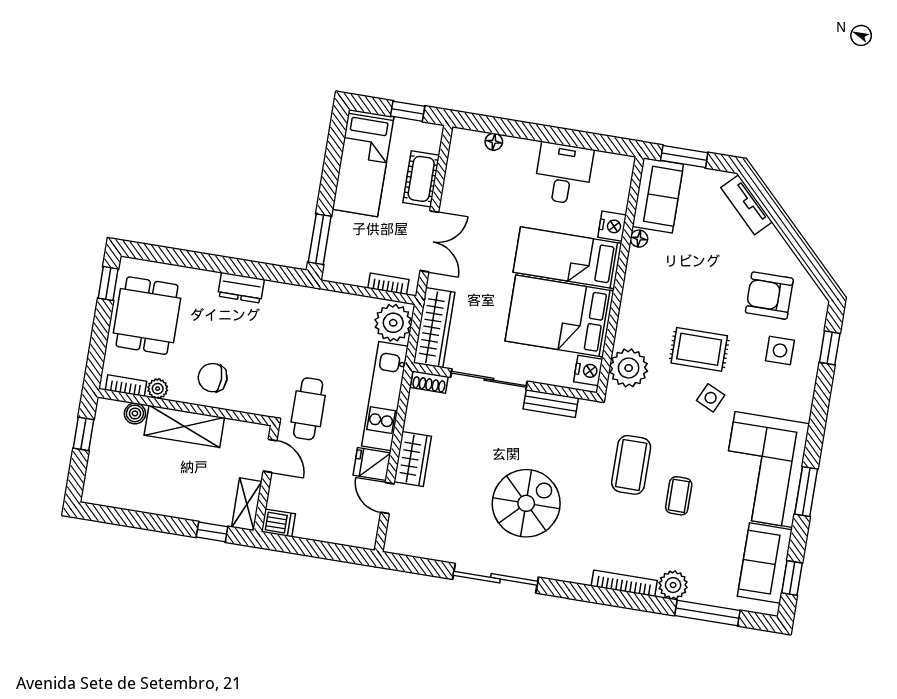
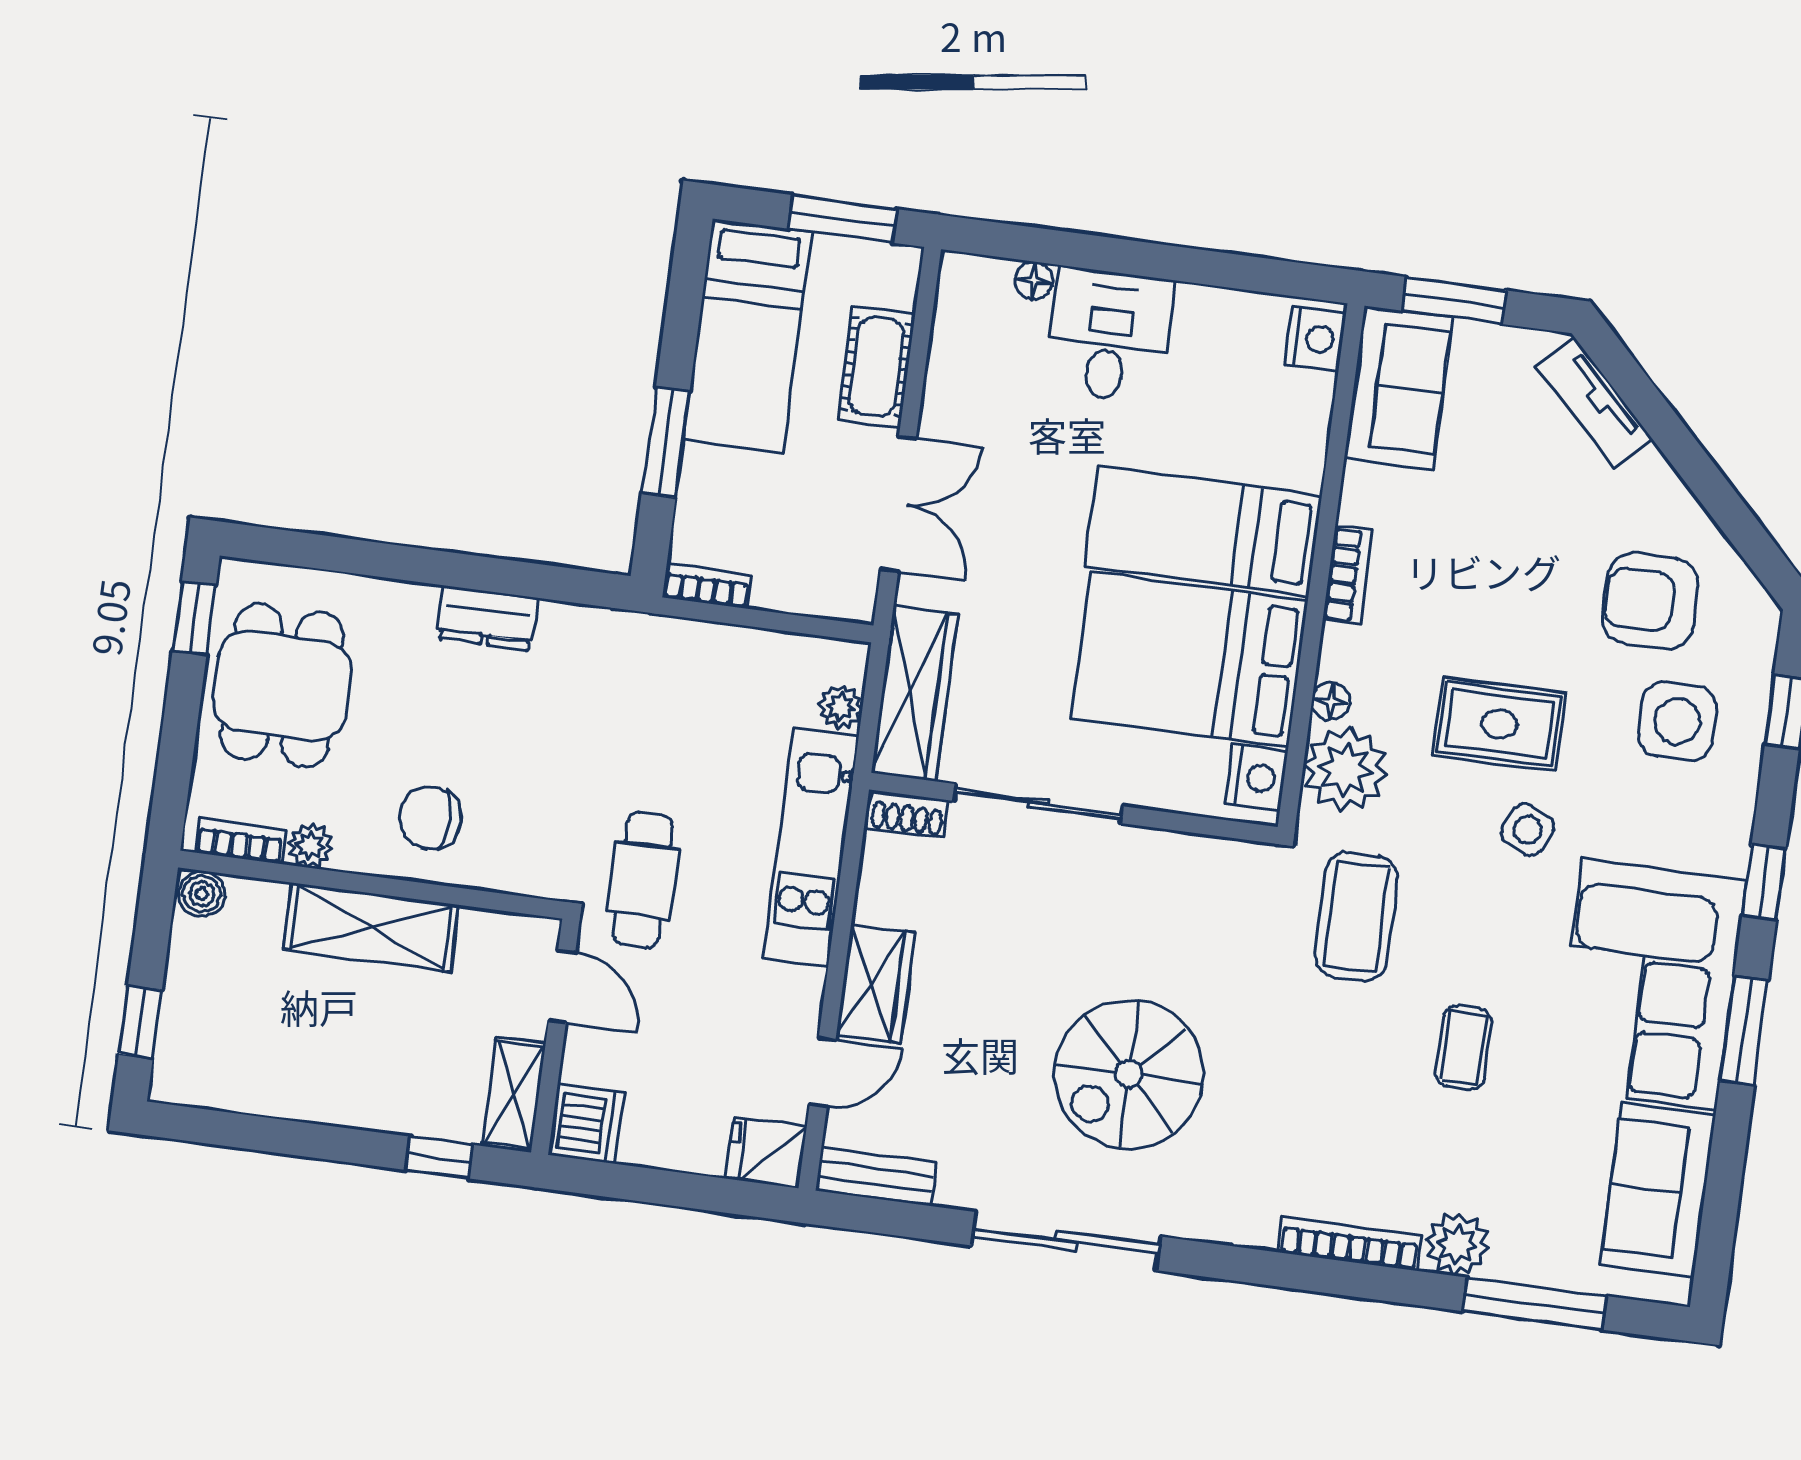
window: (408, 111) -> (842, 219), width x1.50
desk: (563, 174) -> (1109, 335), moved
nightstand: (612, 226) -> (1316, 339), moved
window: (320, 239) -> (666, 442), moved
floor lamp: (639, 239) -> (1331, 701), moved
bookcase: (632, 280) -> (1348, 575), added
bookcase: (388, 284) -> (707, 586), moved
plant: (393, 323) -> (841, 707), width x0.53, depth x0.53
side table: (780, 350) -> (1677, 721), width x1.37, depth x1.37
bench: (551, 404) -> (876, 1176), moved
boiler: (135, 413) -> (202, 894), moved
window: (84, 434) -> (140, 1022), moved
fridge: (372, 464) -> (766, 1153), moved
coffee table: (631, 465) -> (1356, 916), moved
door: (387, 498) -> (823, 1072), swing flipped
spiral stairs: (526, 503) -> (1129, 1074), turned 180
dishwasher: (278, 523) -> (586, 1124), width x1.38
window: (792, 578) -> (1764, 882), moved

